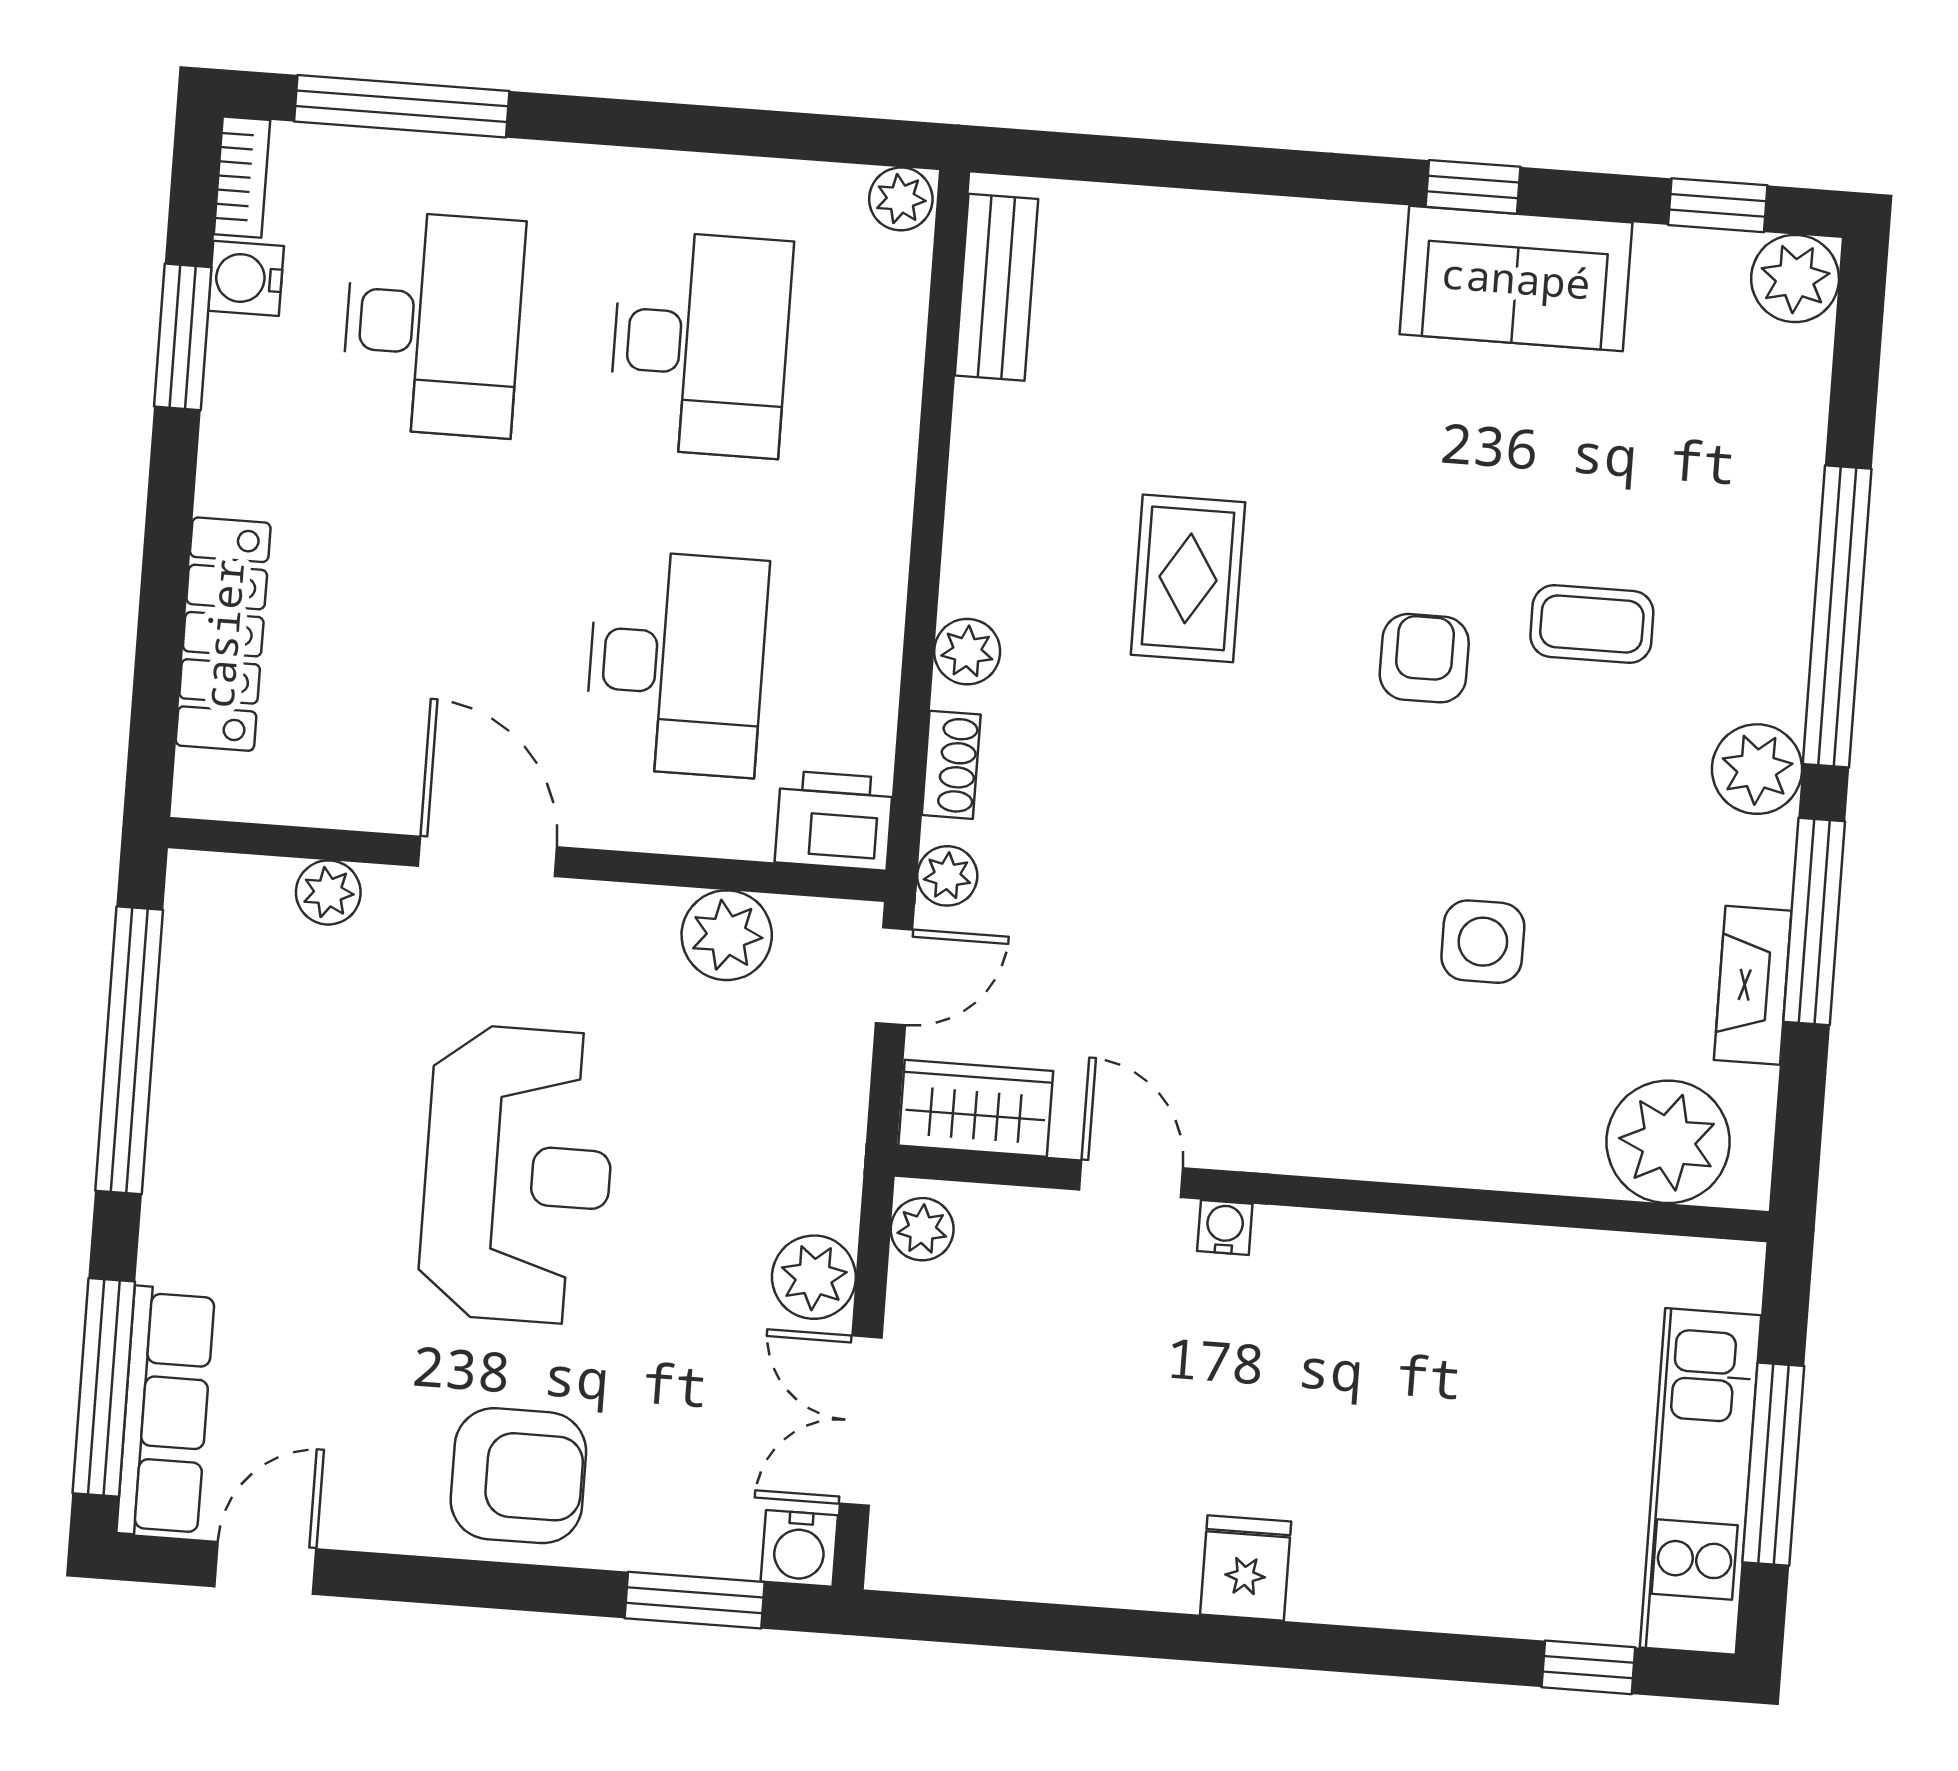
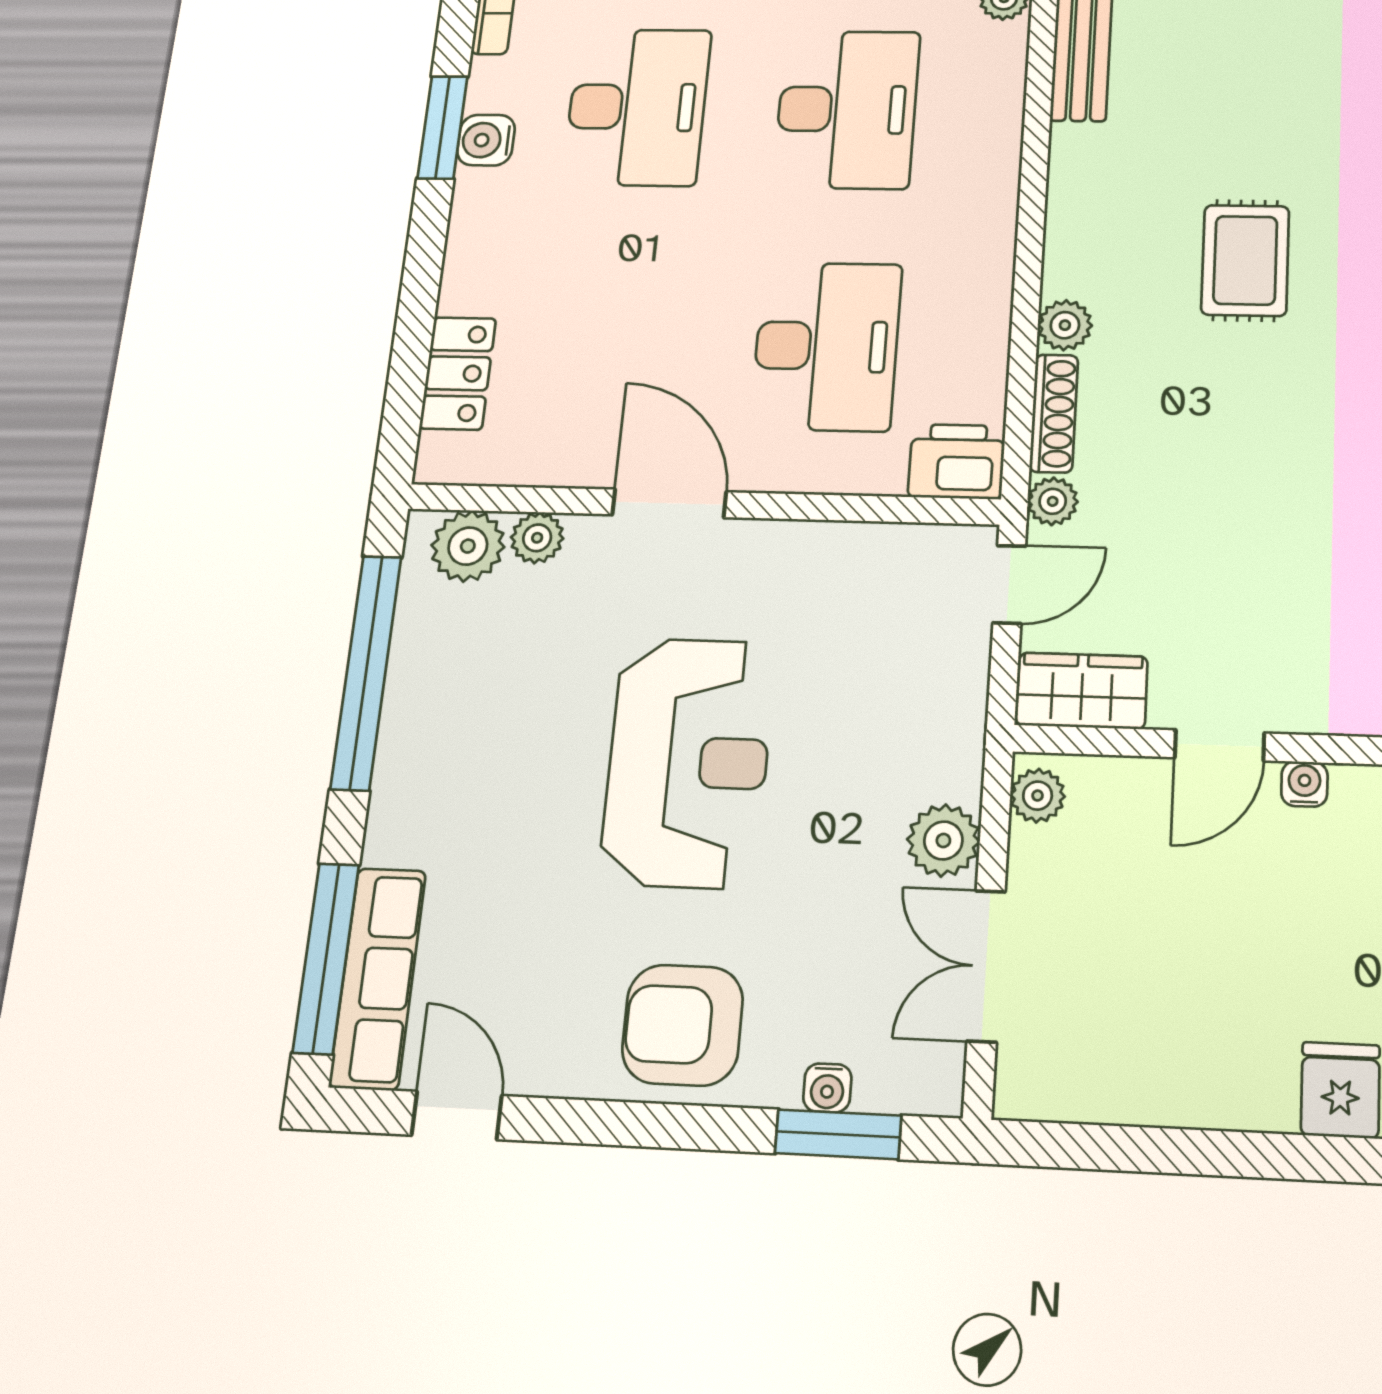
water cooler: (246, 278) -> (486, 140), moved
locker: (223, 634) -> (458, 373), width x0.66
shoe rack: (951, 765) -> (1054, 413), width x1.43
plant: (727, 935) -> (468, 546), moved
door: (1131, 1179) -> (1220, 745), swing flipped
armchair: (518, 1476) -> (683, 1025), turned 180
water cooler: (799, 1548) -> (827, 1088), moved, width x0.72, depth x0.72
door: (265, 1568) -> (457, 1115), hinge flipped

